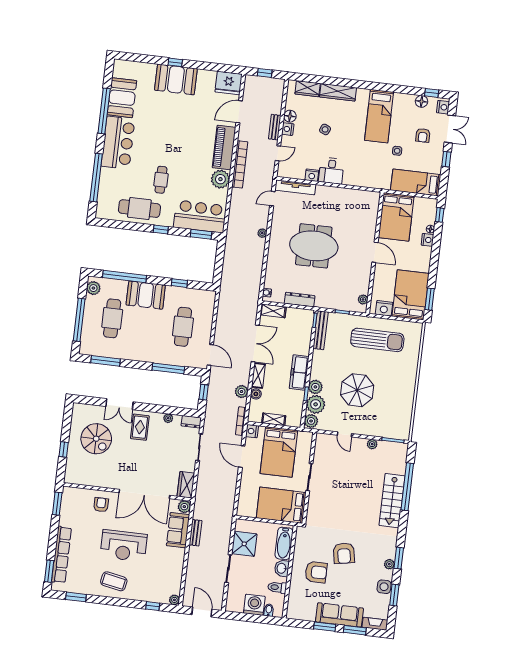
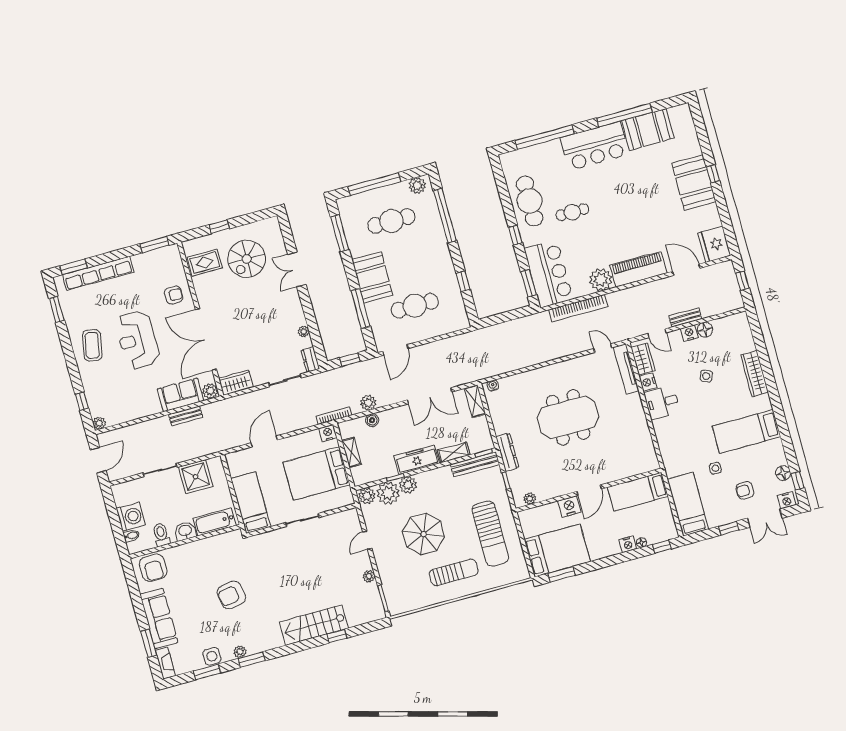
wardrobe: (308, 89) -> (643, 359), moved, turned 180
bookcase: (240, 164) -> (578, 308), moved
bed: (396, 217) -> (638, 492), width x0.67
plant: (262, 233) -> (559, 353), removed
meeting table: (314, 246) -> (568, 417), turned 90
booth: (146, 295) -> (372, 277), moved
dresser: (300, 300) -> (507, 452), moved
nightstand: (384, 308) -> (569, 506), moved, turned 90
shelving: (258, 376) -> (454, 453), moved
sun lounger: (395, 379) -> (454, 572), added
rug: (140, 427) -> (205, 263), moved
door: (242, 457) -> (264, 441), moved
window: (407, 487) -> (337, 636), width x0.32
bed: (281, 505) -> (251, 503), width x0.67
armchair: (316, 572) -> (153, 568), moved
window: (325, 627) -> (139, 607), removed

